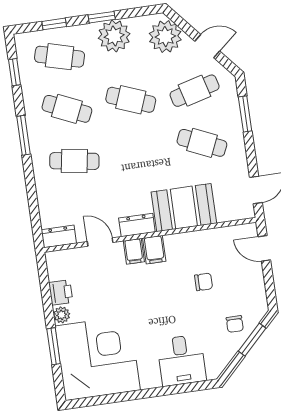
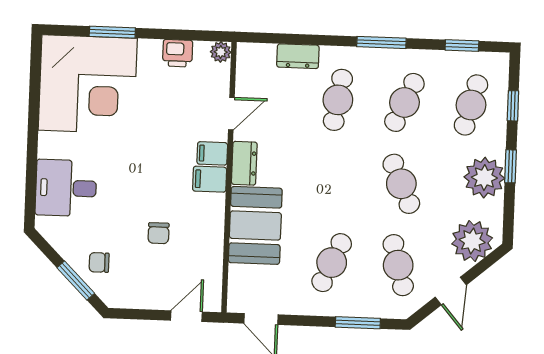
cafe table: (131, 100) -> (401, 184), turned -45
dresser: (59, 236) -> (298, 56), moved, turned 90
plant: (62, 315) -> (221, 52), moved

